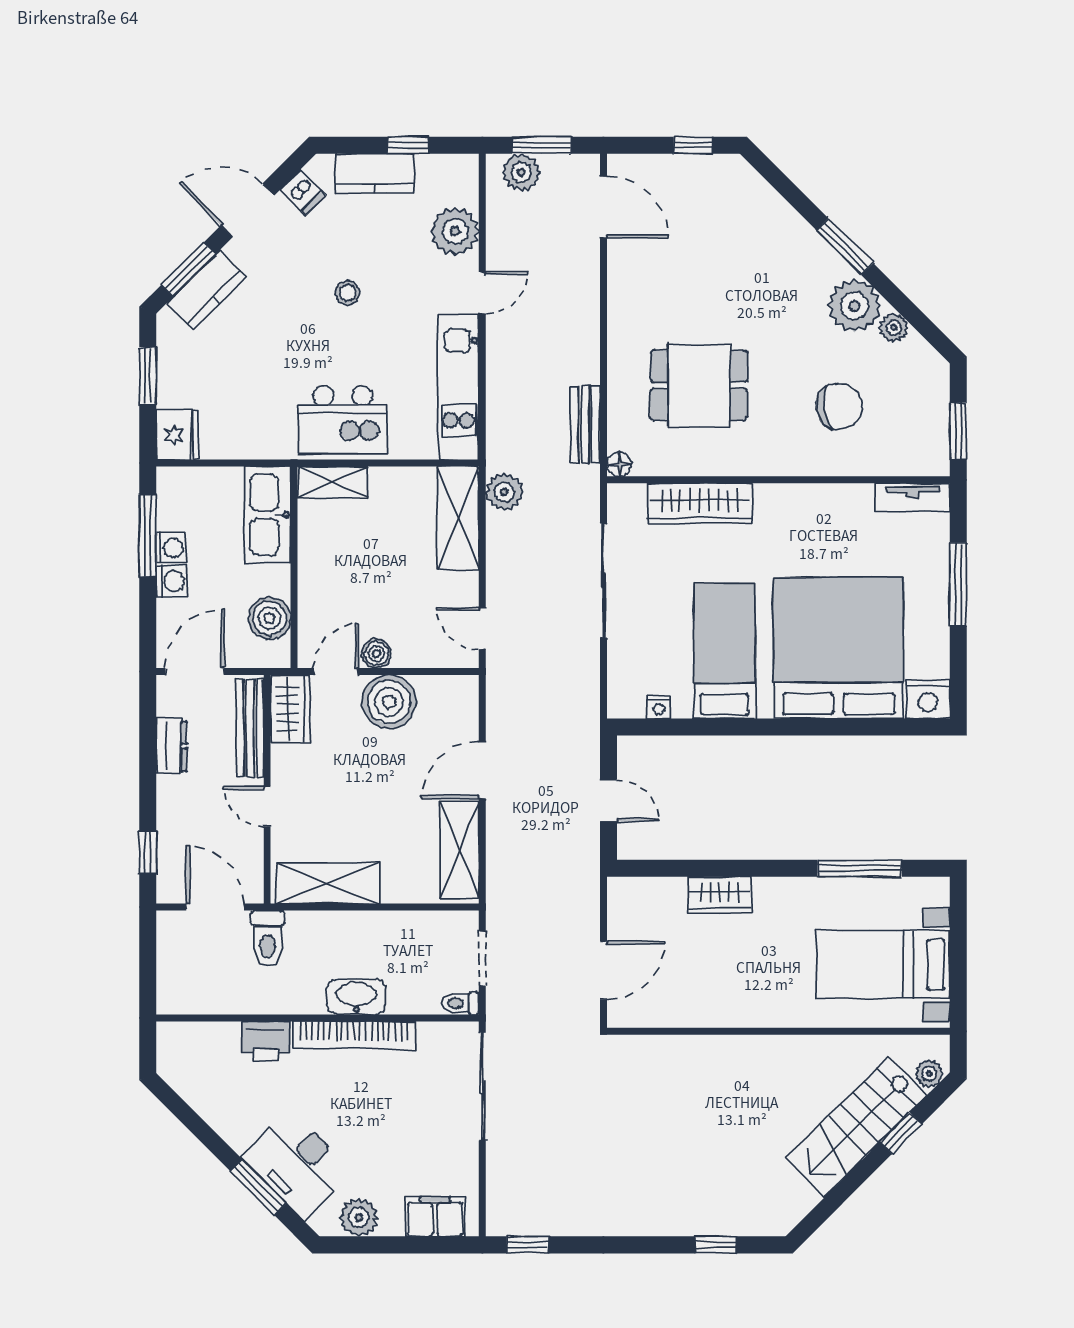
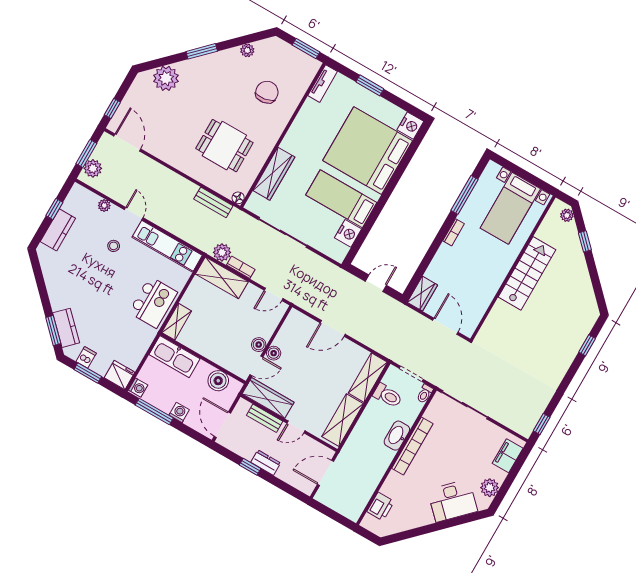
window: (693, 145) -> (112, 108), moved
dishwasher: (303, 193) -> (86, 357), moved, turned -45
door: (603, 207) -> (127, 143), hinge flipped
door: (248, 210) -> (43, 292), removed
plant: (455, 231) -> (104, 206), width x0.53, depth x0.53
stool: (347, 293) -> (114, 246), moved
plant: (854, 306) -> (166, 78), moved
dining table: (699, 385) -> (224, 146), turned 90
bookcase: (497, 541) -> (241, 267), added
washing machine: (171, 548) -> (138, 388), moved, turned 90
window: (958, 584) -> (370, 85), width x0.69
door: (336, 672) -> (256, 366), swing flipped
boiler: (389, 702) -> (274, 353), width x0.54, depth x0.54
nightstand: (659, 708) -> (348, 233), width x1.89, depth x1.79
wardrobe: (290, 709) -> (268, 398), width x1.50
bench: (250, 728) -> (265, 418), width x0.73
dresser: (171, 746) -> (266, 463), moved
door: (482, 770) -> (333, 328), hinge flipped
shelving: (460, 850) -> (368, 378), moved, turned 90
window: (148, 853) -> (250, 467), moved
bookcase: (781, 887) -> (454, 232), added
wardrobe: (720, 895) -> (422, 294), moved
toilet: (268, 938) -> (388, 396), moved
printer: (266, 1041) -> (381, 507), moved
stairs: (856, 1127) -> (527, 273), moved, turned -135
window: (258, 1187) -> (453, 522), removed

